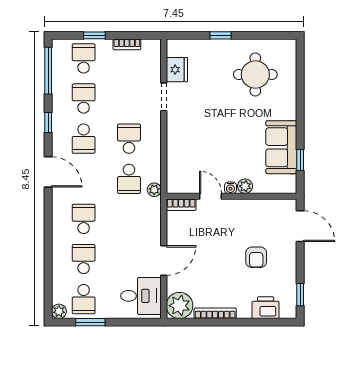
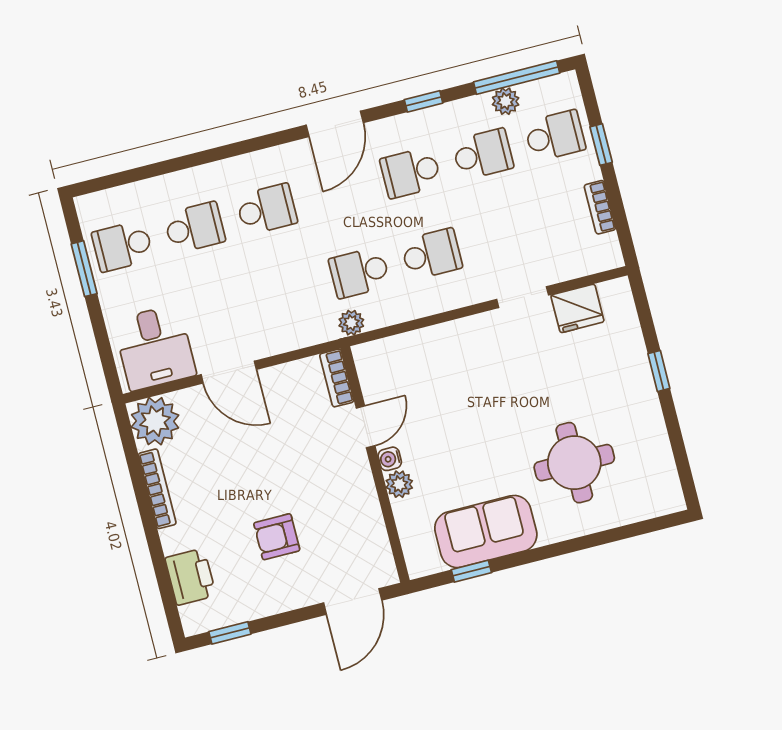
round table: (255, 74) -> (574, 463), moved
plant: (59, 311) -> (506, 101), moved

